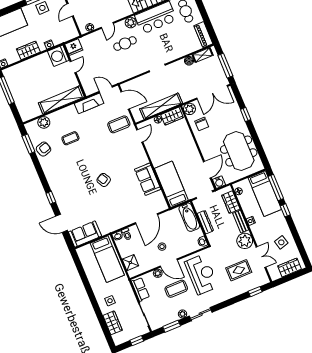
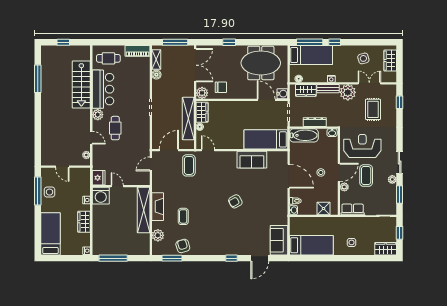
fireplace: (89, 103) -> (158, 207), moved
bed: (107, 259) -> (311, 245), moved
wardrobe: (113, 323) -> (386, 249), moved

